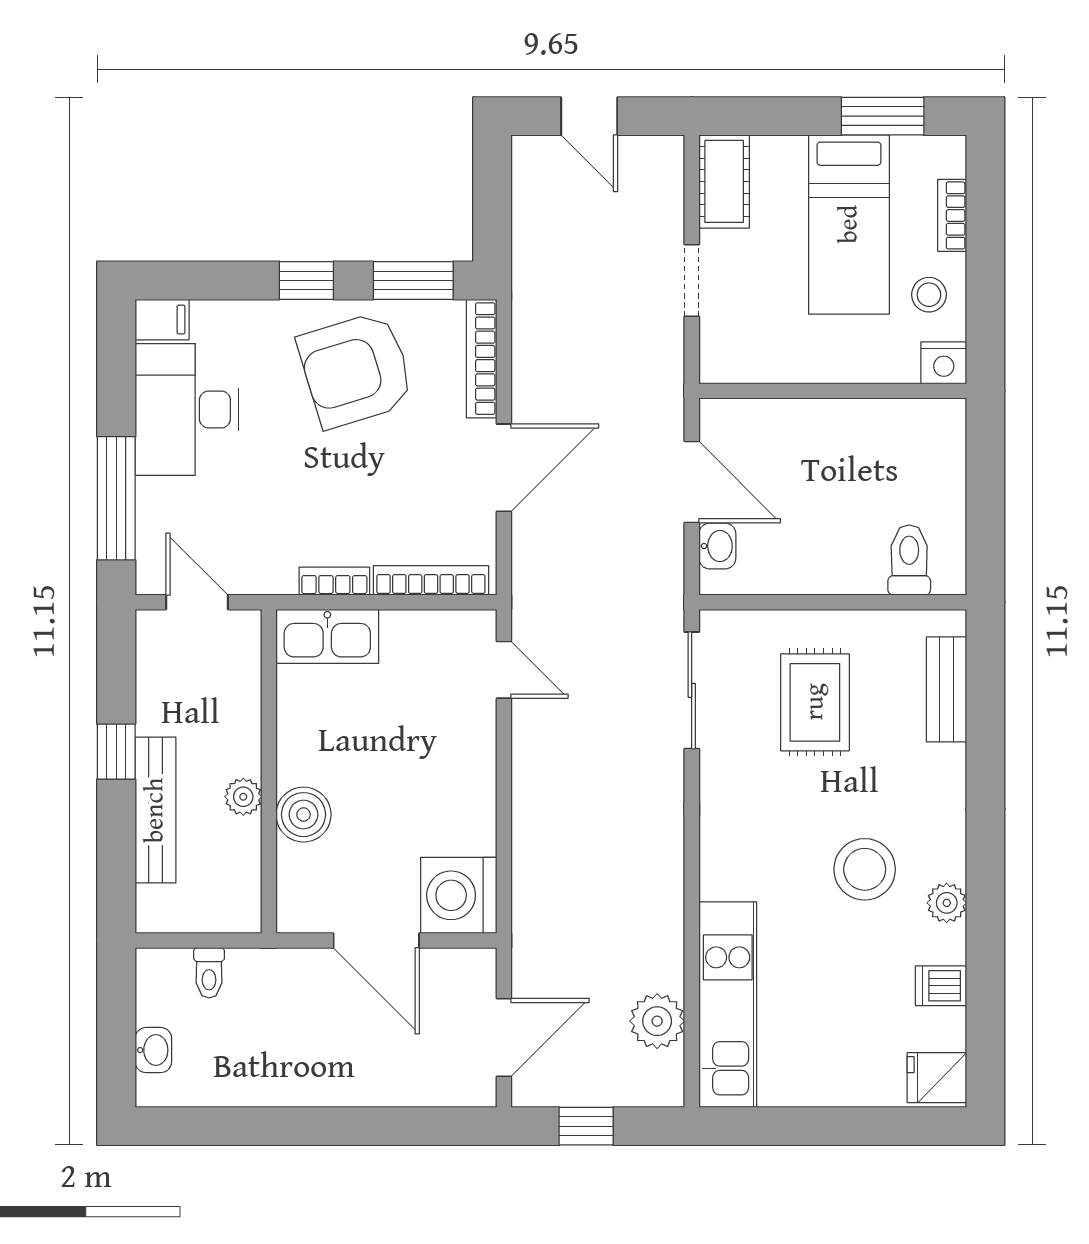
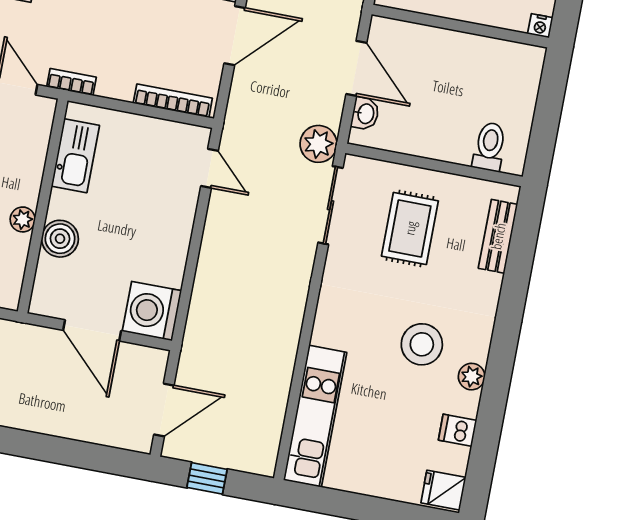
nightstand: (944, 363) -> (540, 26), width x0.72, depth x0.74
bookcase: (334, 581) -> (71, 82), moved
kitchen sink: (327, 636) -> (75, 156), moved, turned -90
plant: (657, 1021) -> (318, 144), moved

